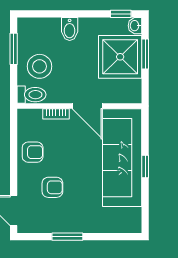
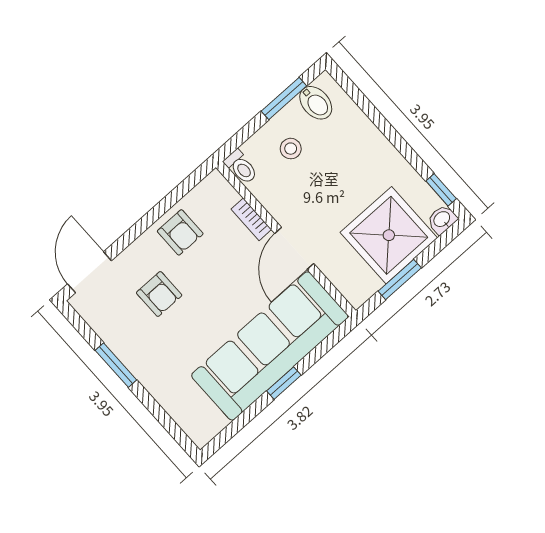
bidet: (70, 29) -> (316, 103), moved, turned -90
window: (145, 54) -> (400, 280), moved
stool: (40, 66) -> (291, 149), width x0.53, depth x0.53
toilet: (31, 95) -> (241, 167), width x0.73, depth x0.72

